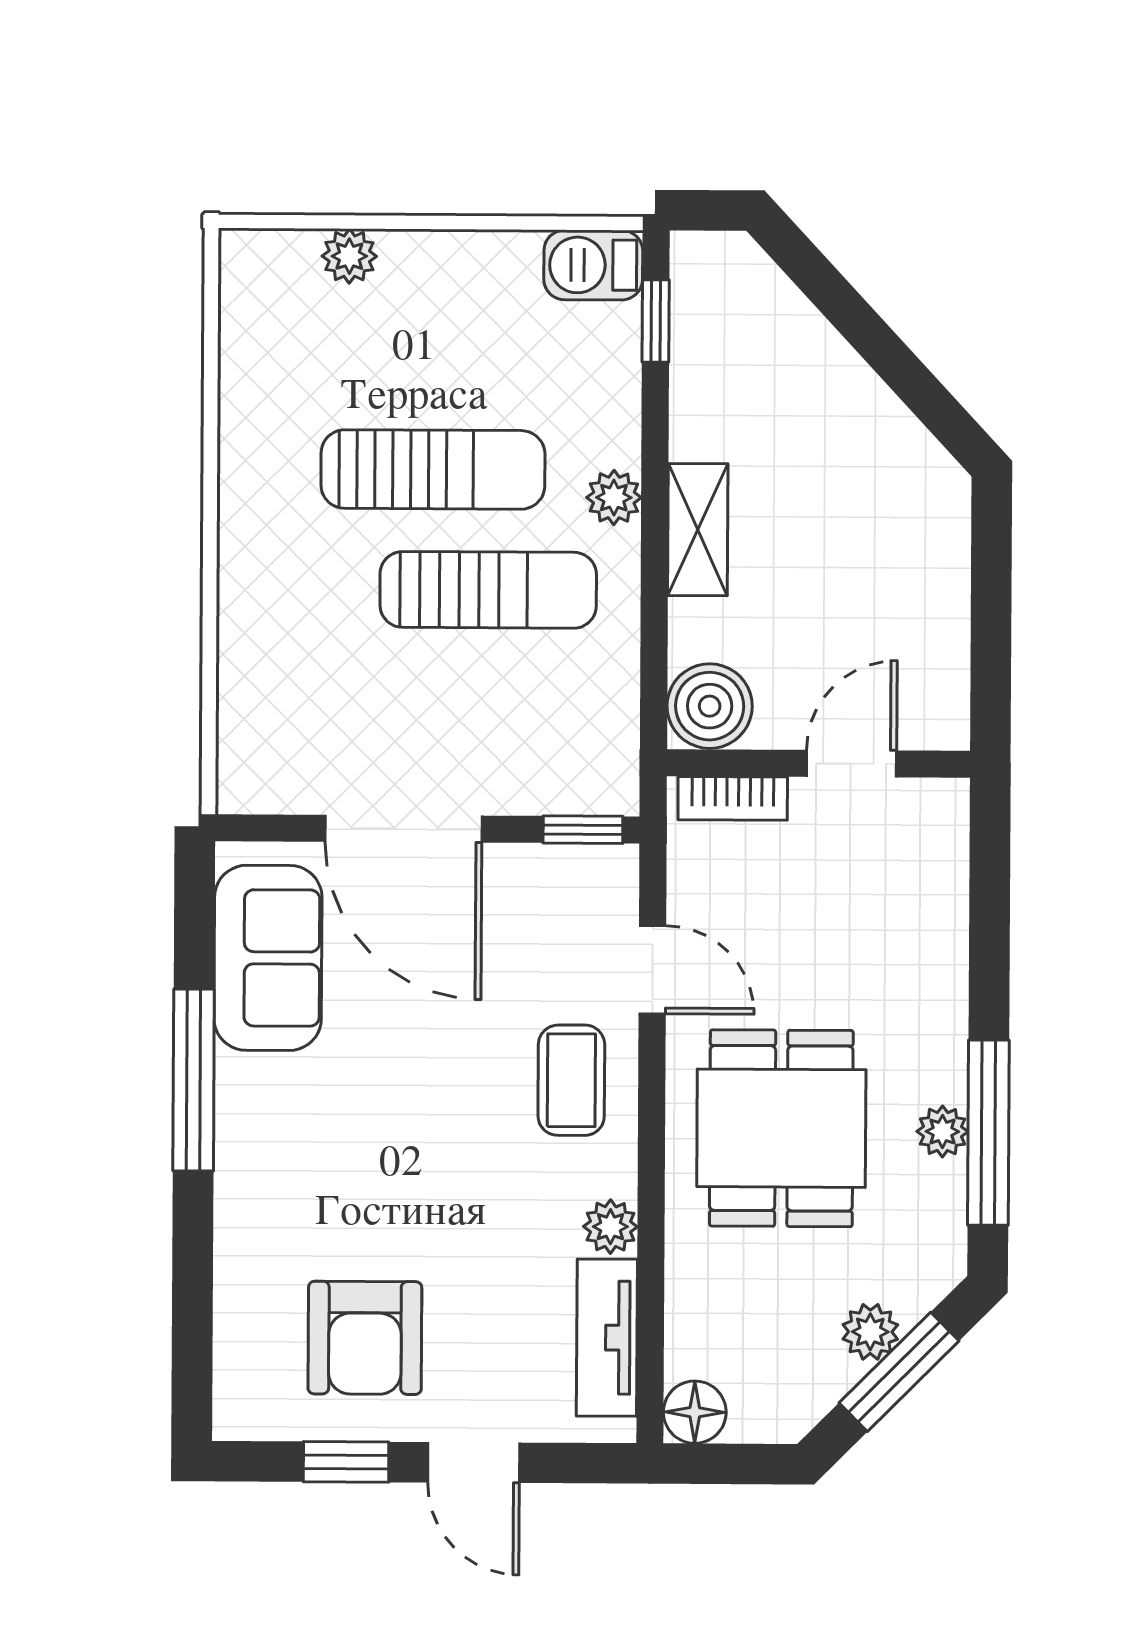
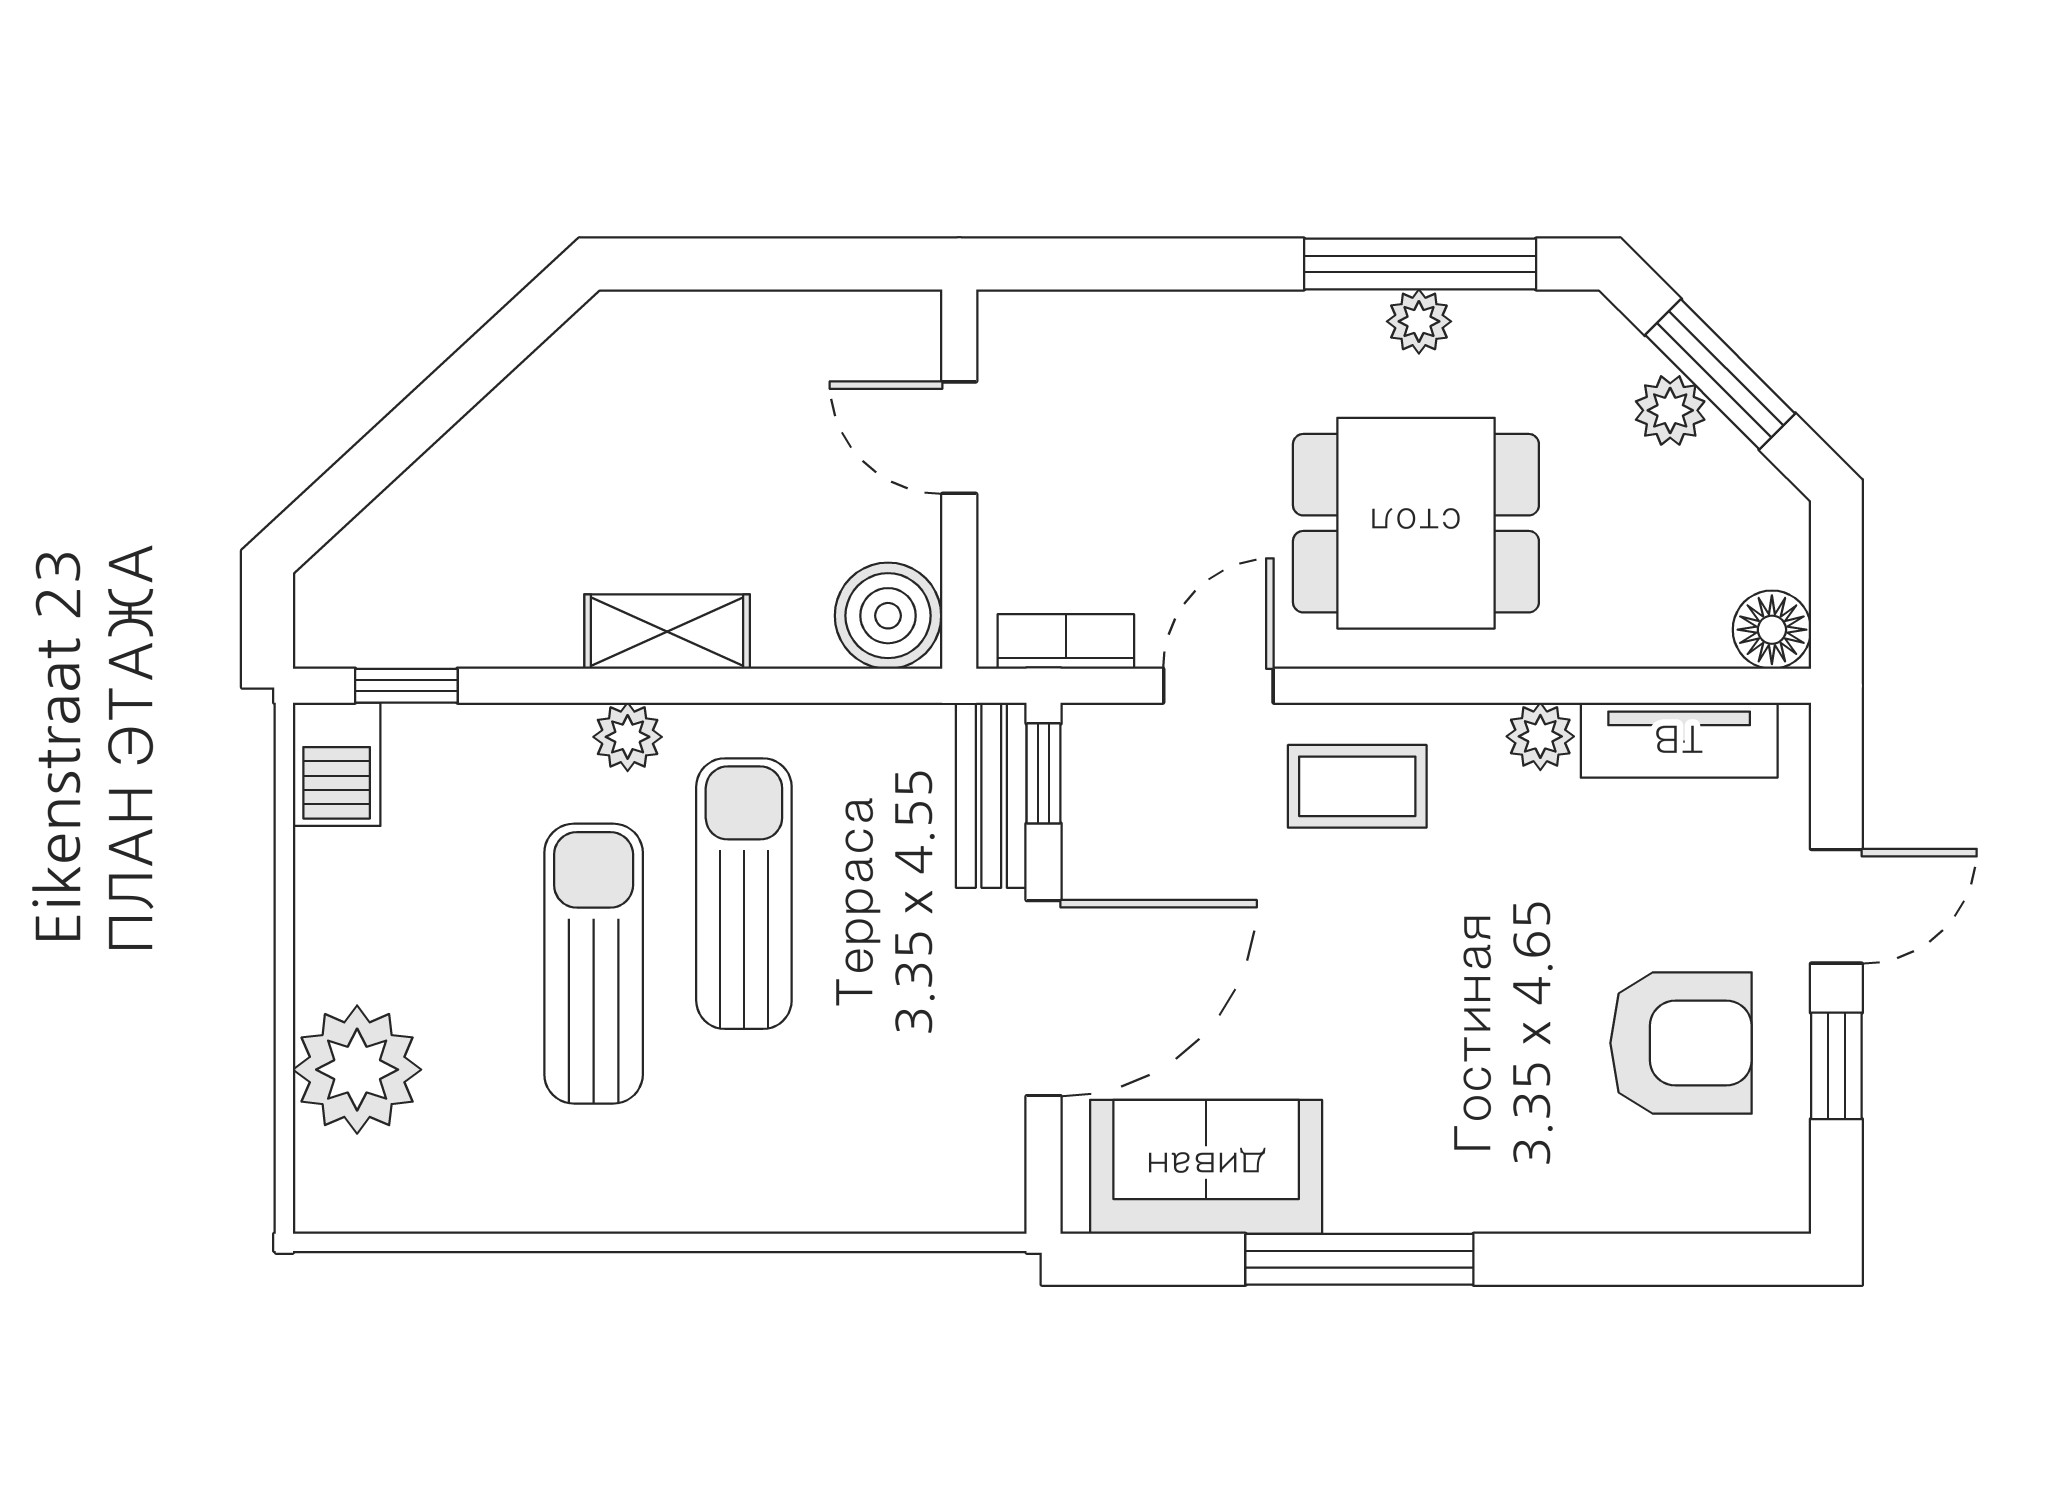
plant: (349, 256) -> (357, 1070), width x1.87, depth x1.87
bench: (566, 788) -> (991, 795), added
bookcase: (733, 798) -> (1066, 642), moved, turned -90

